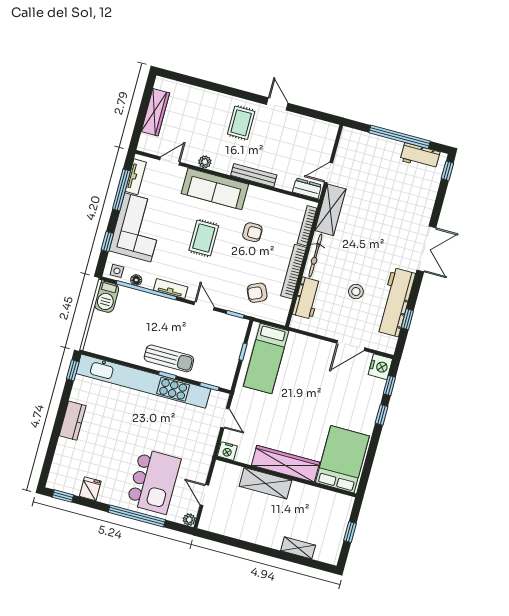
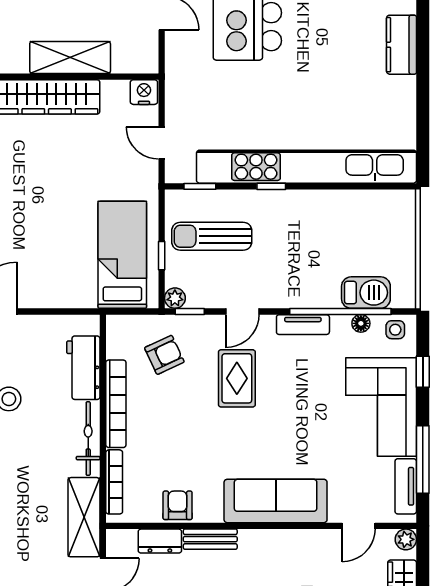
plant: (205, 162) -> (406, 539), moved
bench: (254, 175) -> (210, 539), width x0.73
dresser: (307, 188) -> (160, 541), moved
armchair: (252, 232) -> (178, 505), moved, turned 90
rug: (204, 238) -> (237, 378), moved
barbecue: (107, 297) -> (366, 293), moved, turned 90
door: (204, 306) -> (242, 311), hinge flipped
plant: (242, 325) -> (175, 298), added
sun lounger: (169, 358) -> (212, 236), moved
window: (73, 370) -> (423, 154), removed
kitchen counter: (73, 421) -> (402, 45), moved

